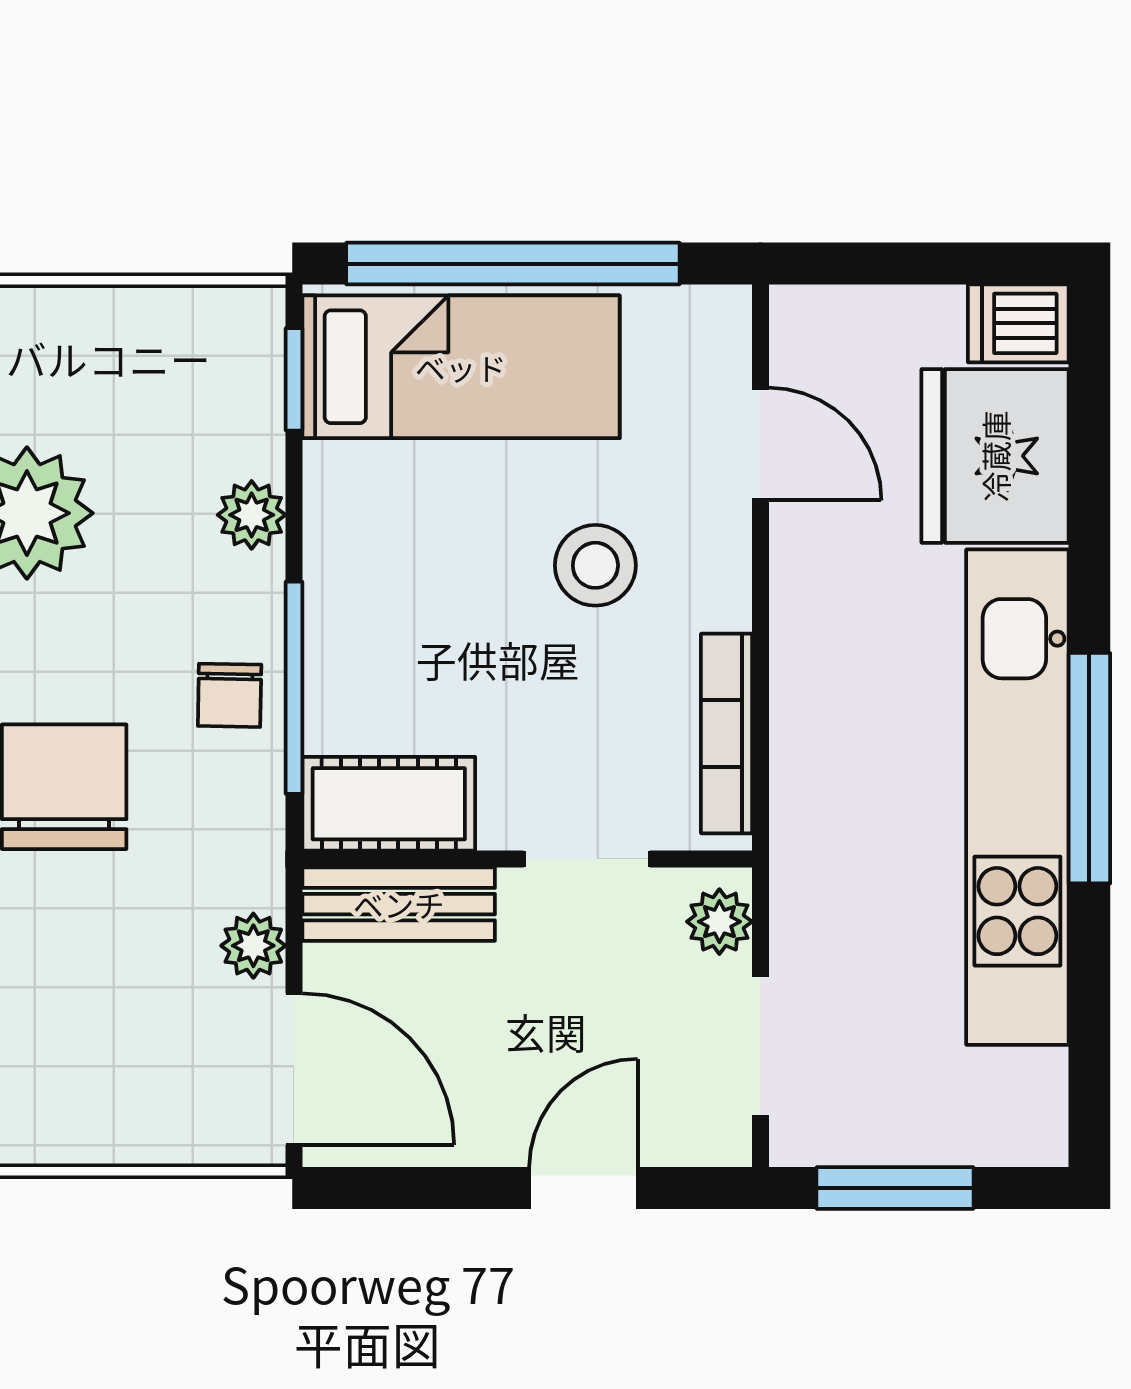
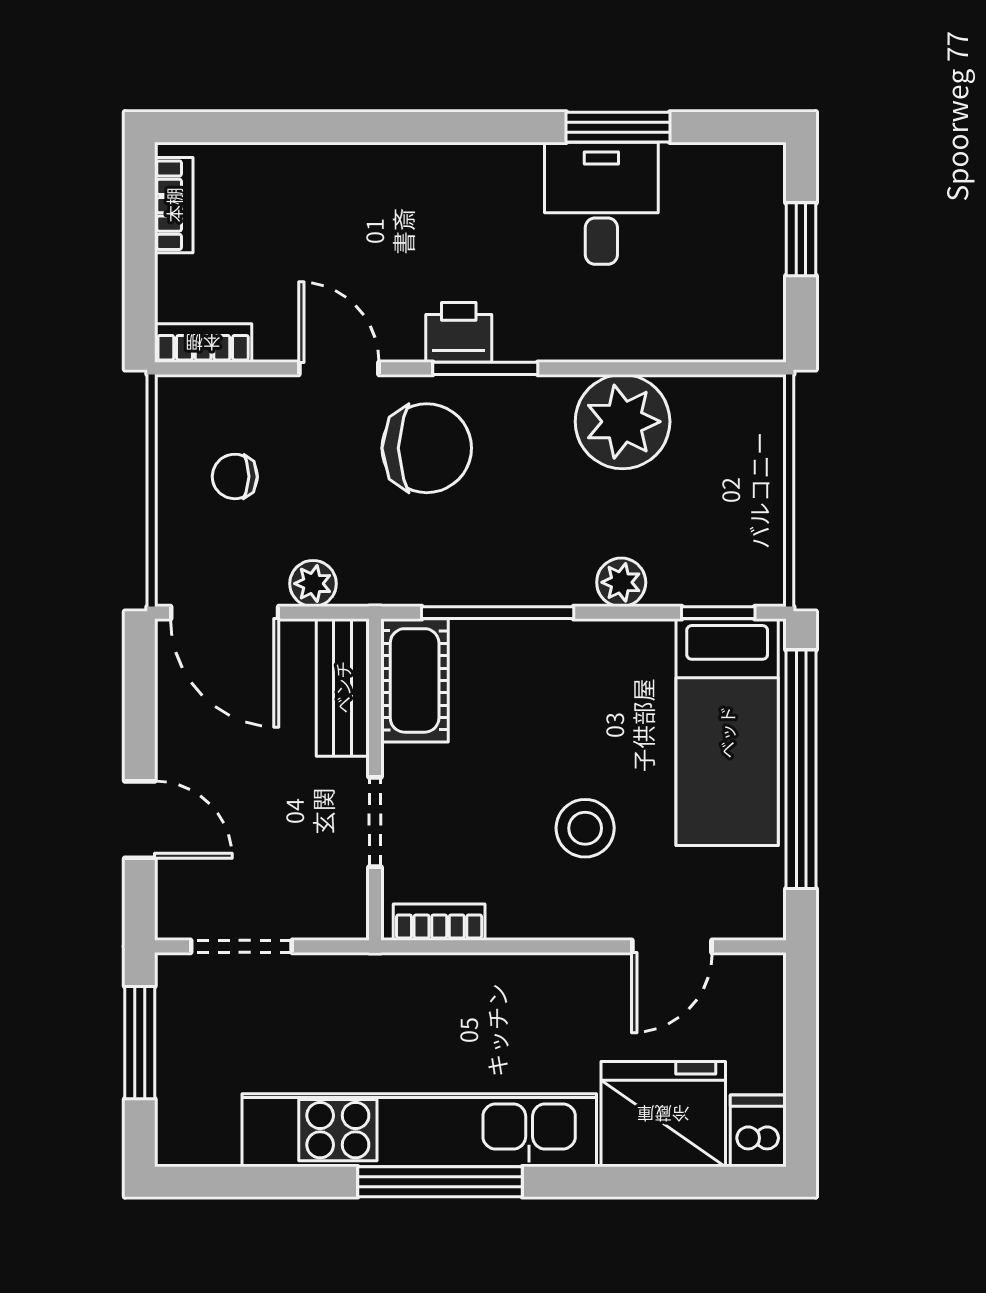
chair: (230, 695) -> (235, 476), moved
bookcase: (727, 733) -> (439, 922), width x0.64
plant: (719, 922) -> (330, 917), removed
door: (294, 1069) -> (225, 613), hinge flipped

